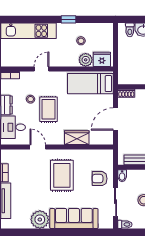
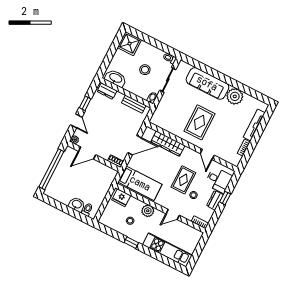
plant: (86, 60) -> (148, 211), moved
wardrobe: (77, 138) -> (168, 144), width x1.50
armchair: (100, 179) -> (171, 105), removed

